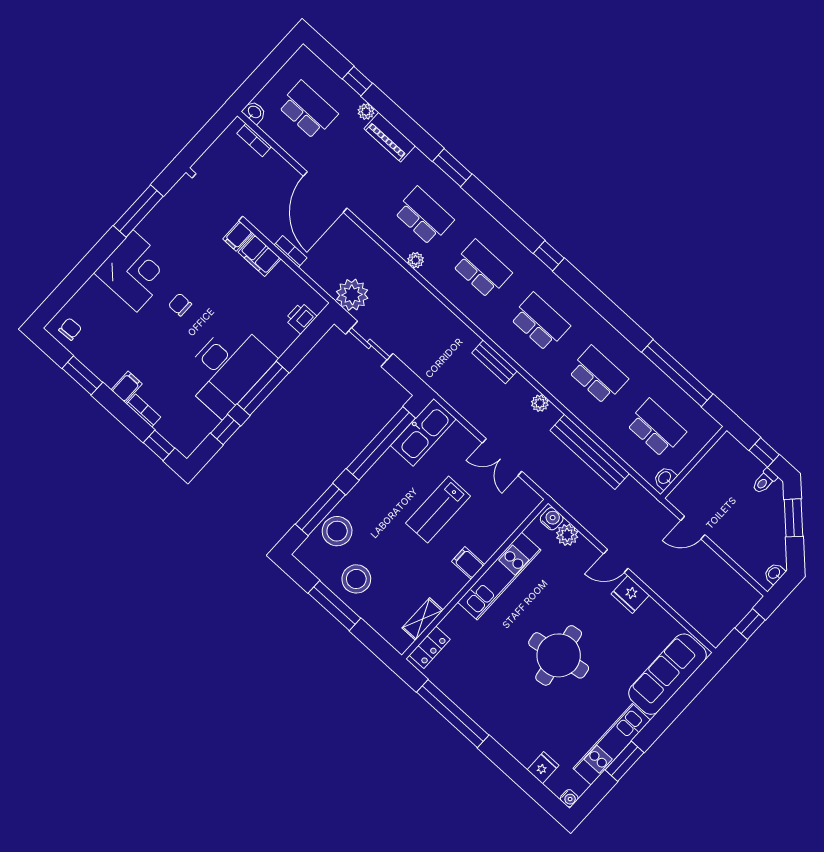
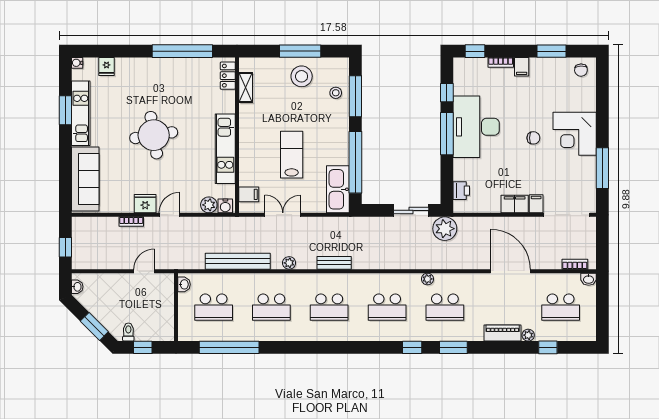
bookcase: (290, 251) -> (131, 222), moved
window: (549, 256) -> (412, 347), moved
stool: (337, 531) -> (336, 93), width x0.53, depth x0.53
filing cabinet: (468, 563) -> (249, 194), moved

